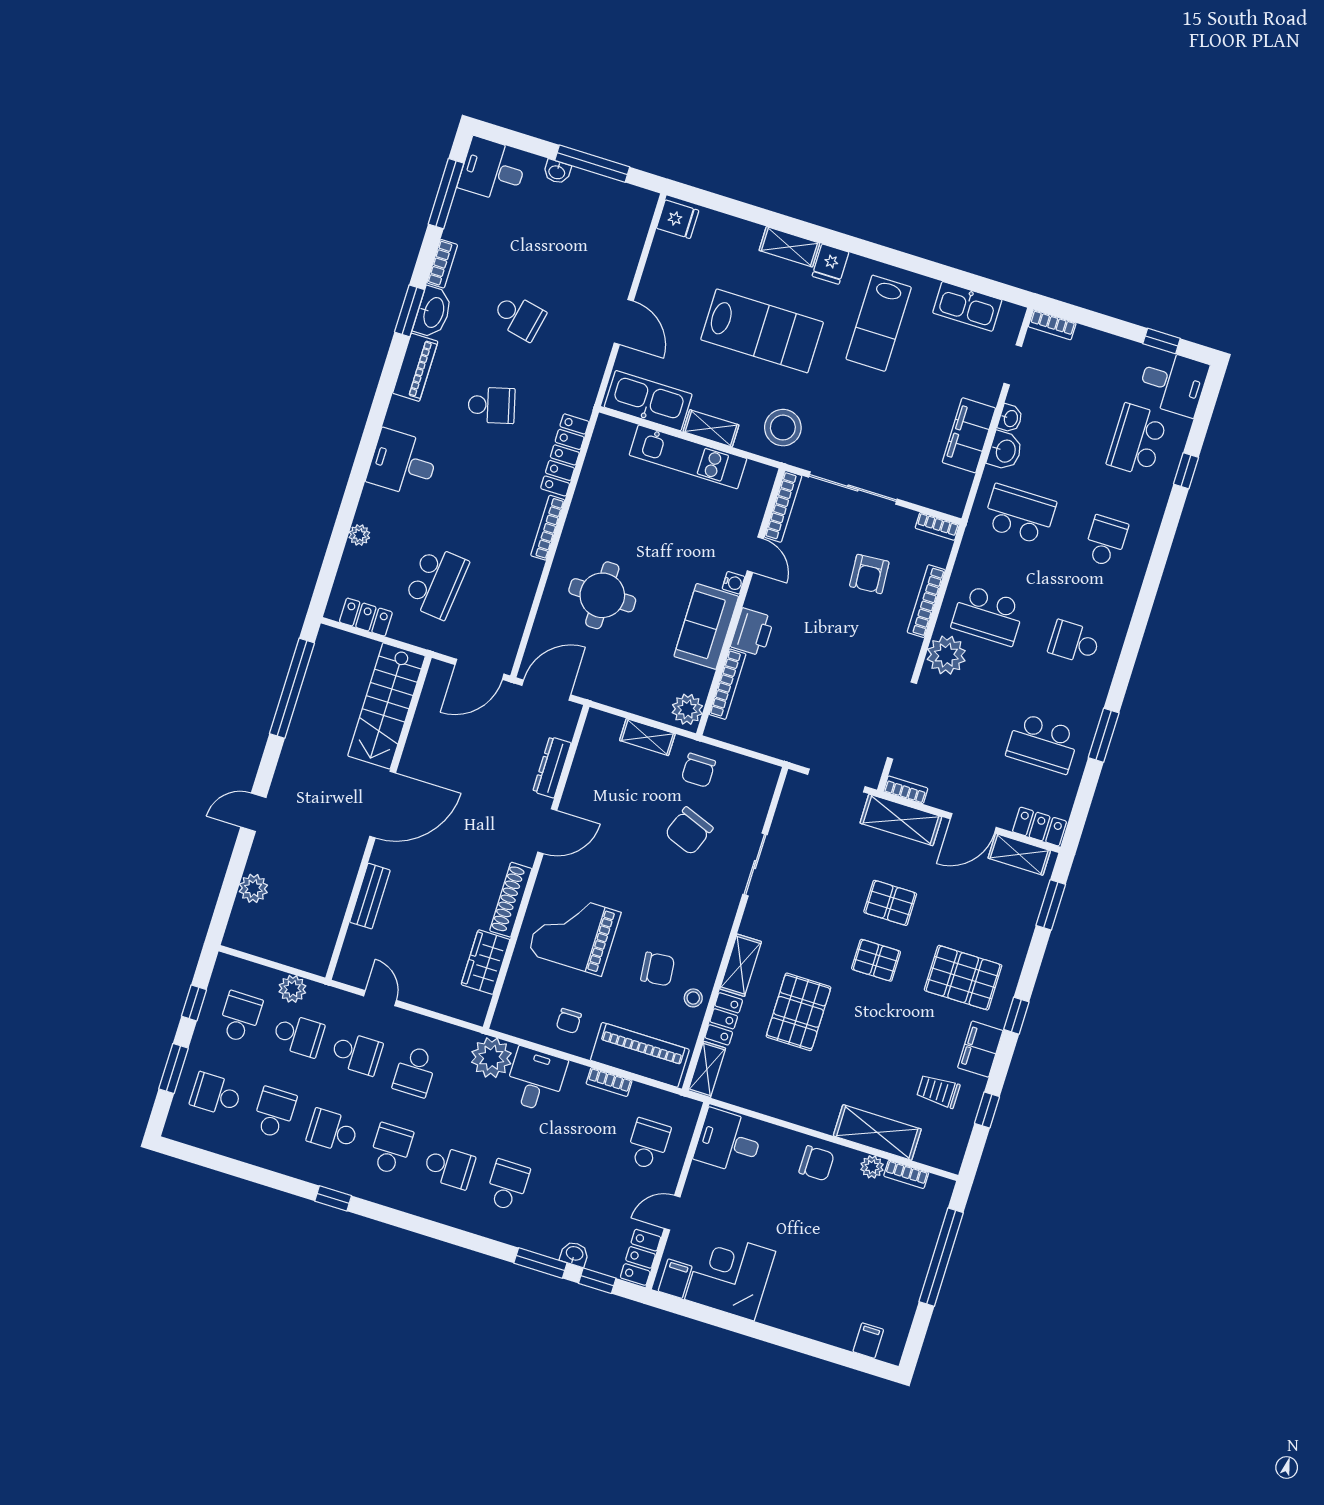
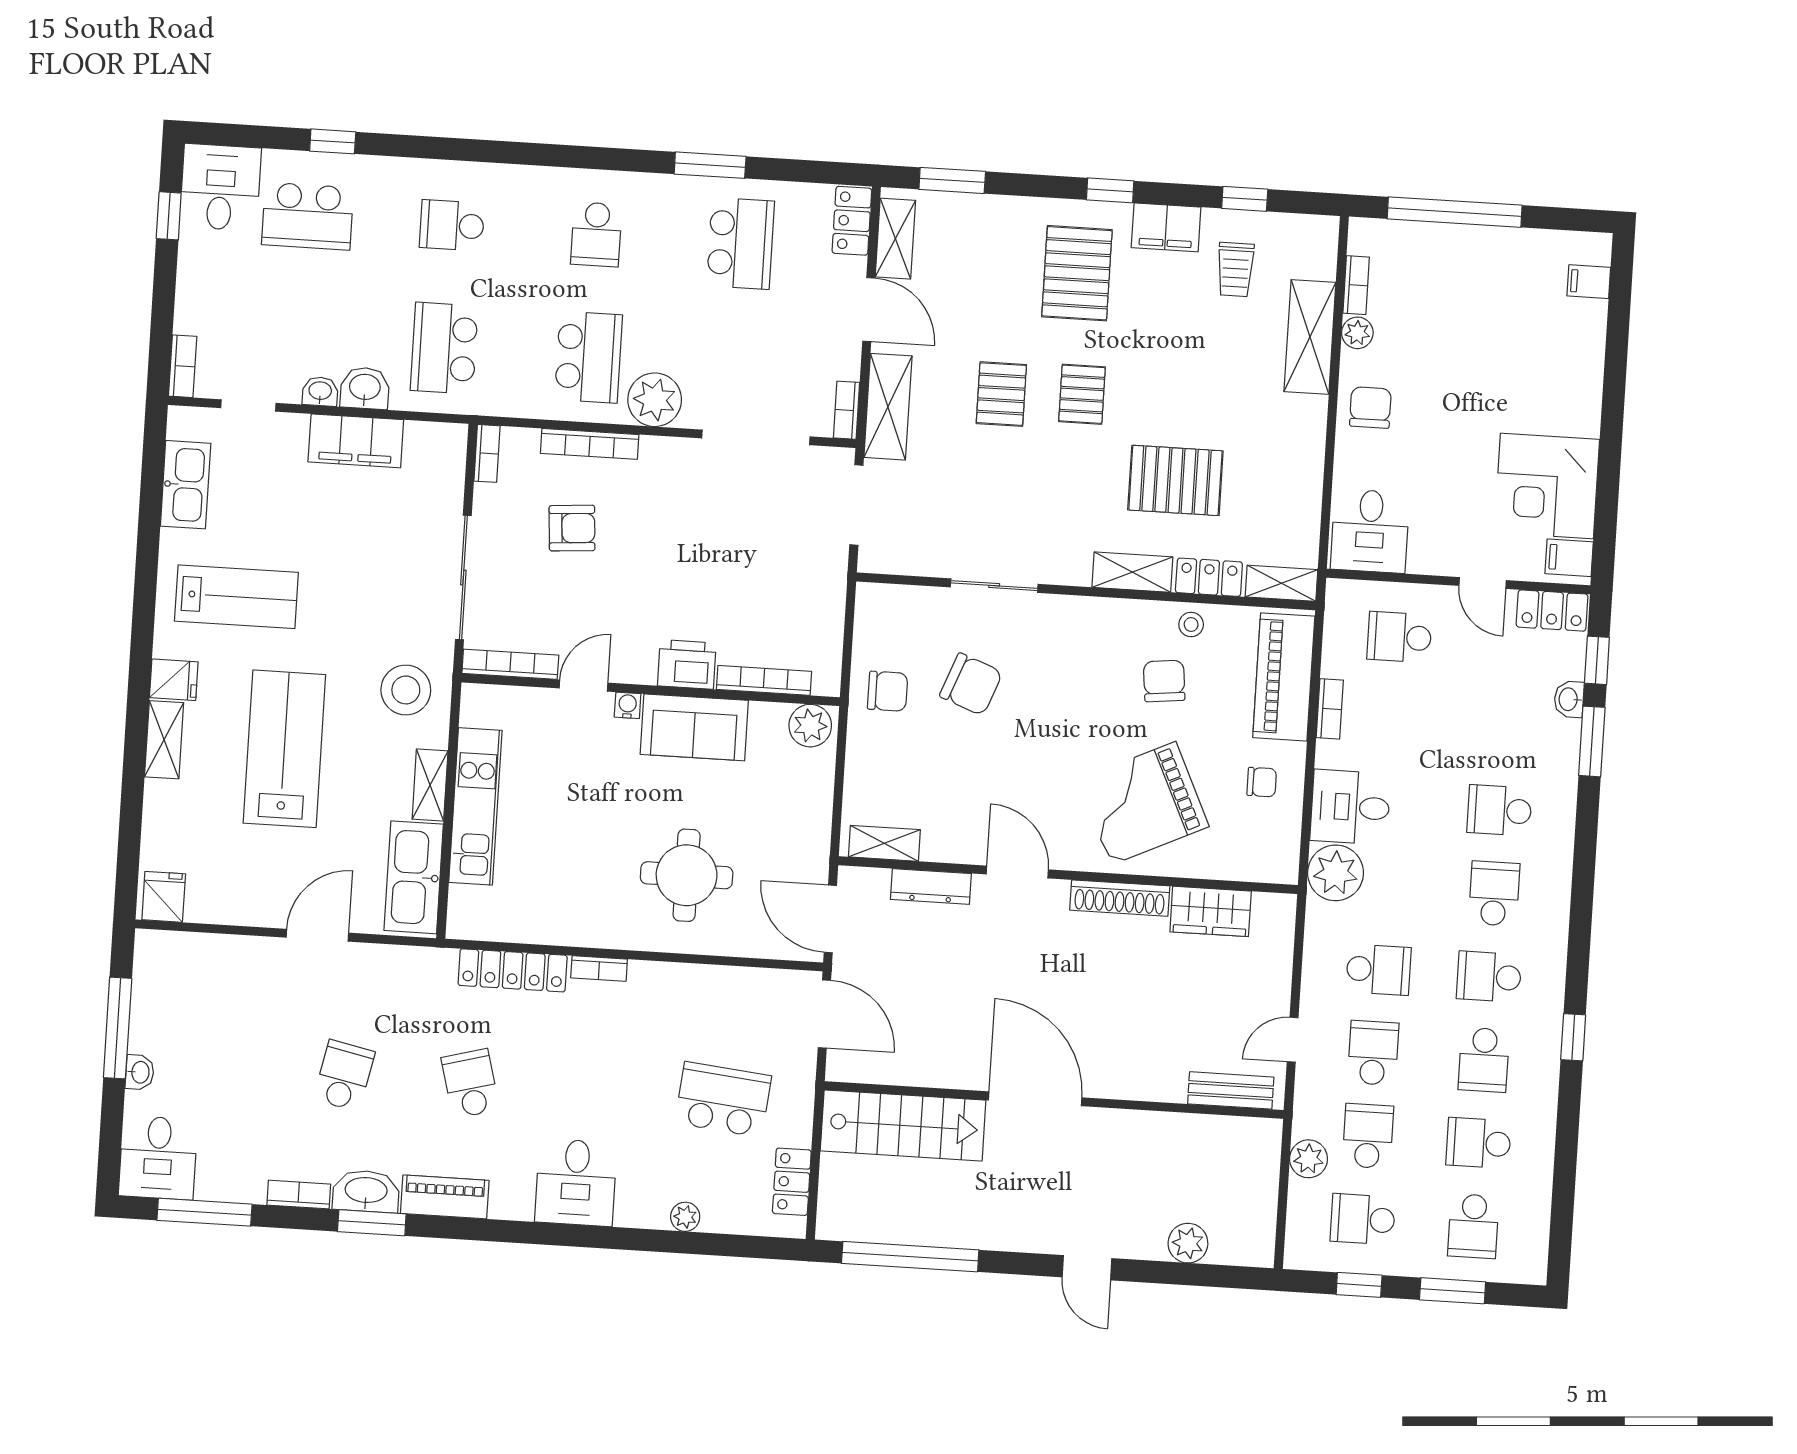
bookcase: (548, 528) -> (599, 968), width x0.64
shelving: (647, 737) -> (884, 843), moved, turned 90
bench: (370, 896) -> (1231, 1090), moved
grand piano: (574, 933) -> (1143, 803), turned 65

